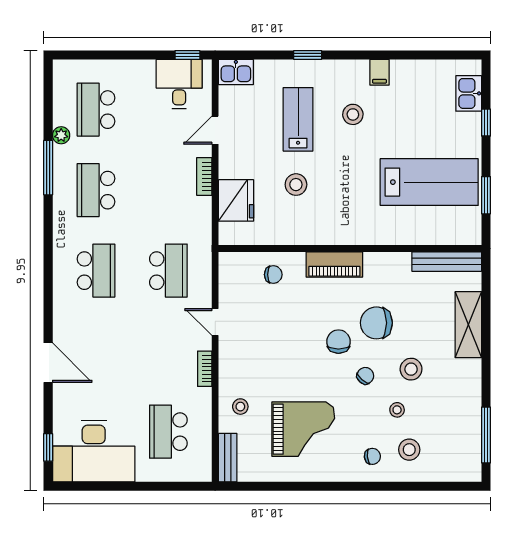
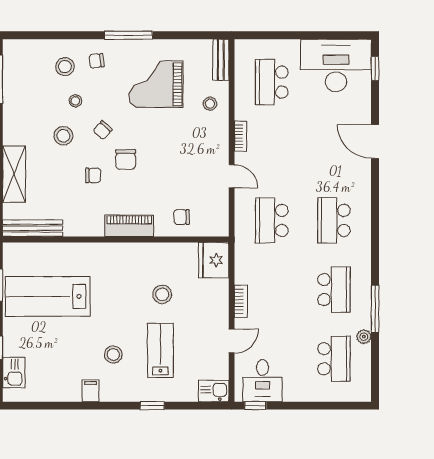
lab bench: (298, 119) -> (160, 350), turned 180
fridge: (236, 200) -> (214, 260), moved
chair: (376, 323) -> (93, 175), width x0.54, depth x0.54
school desk: (168, 432) -> (272, 82), turned 180
window: (335, 486) -> (128, 35), added

